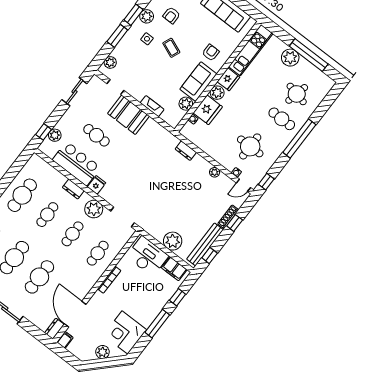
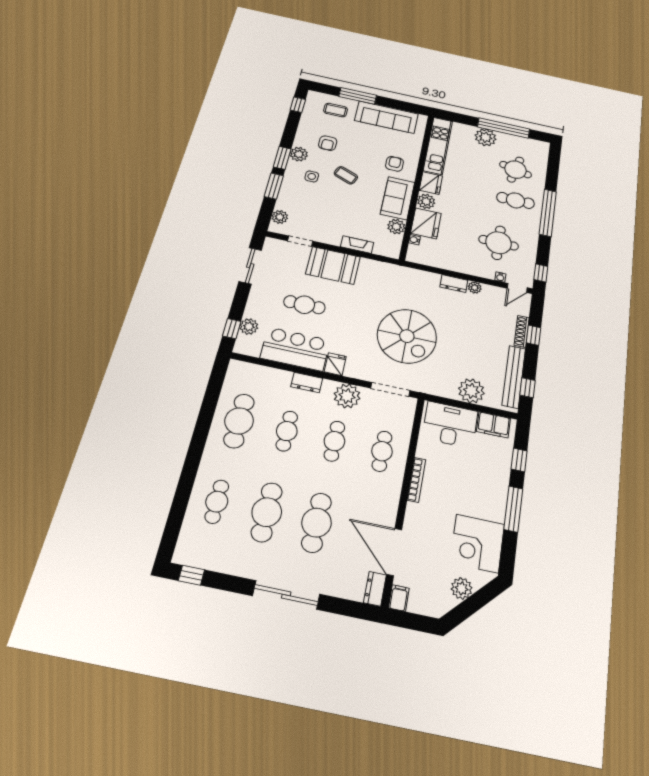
dresser: (186, 151) -> (454, 284), moved
spiral stairs: (151, 186) -> (407, 336), added

